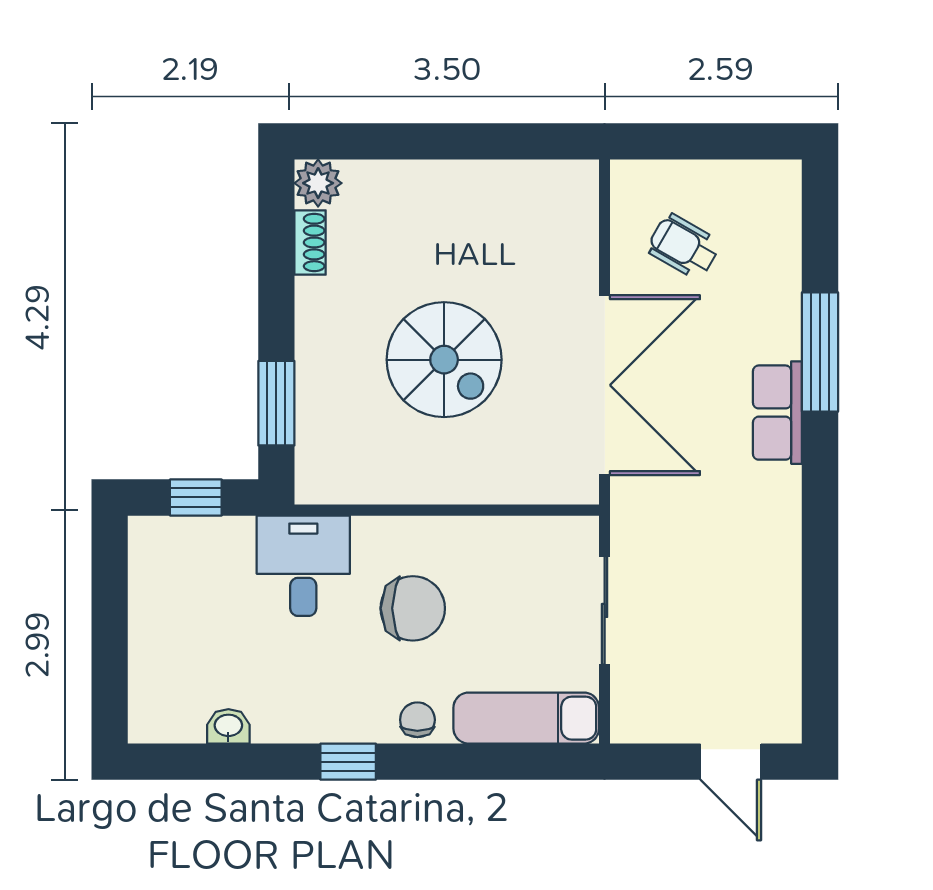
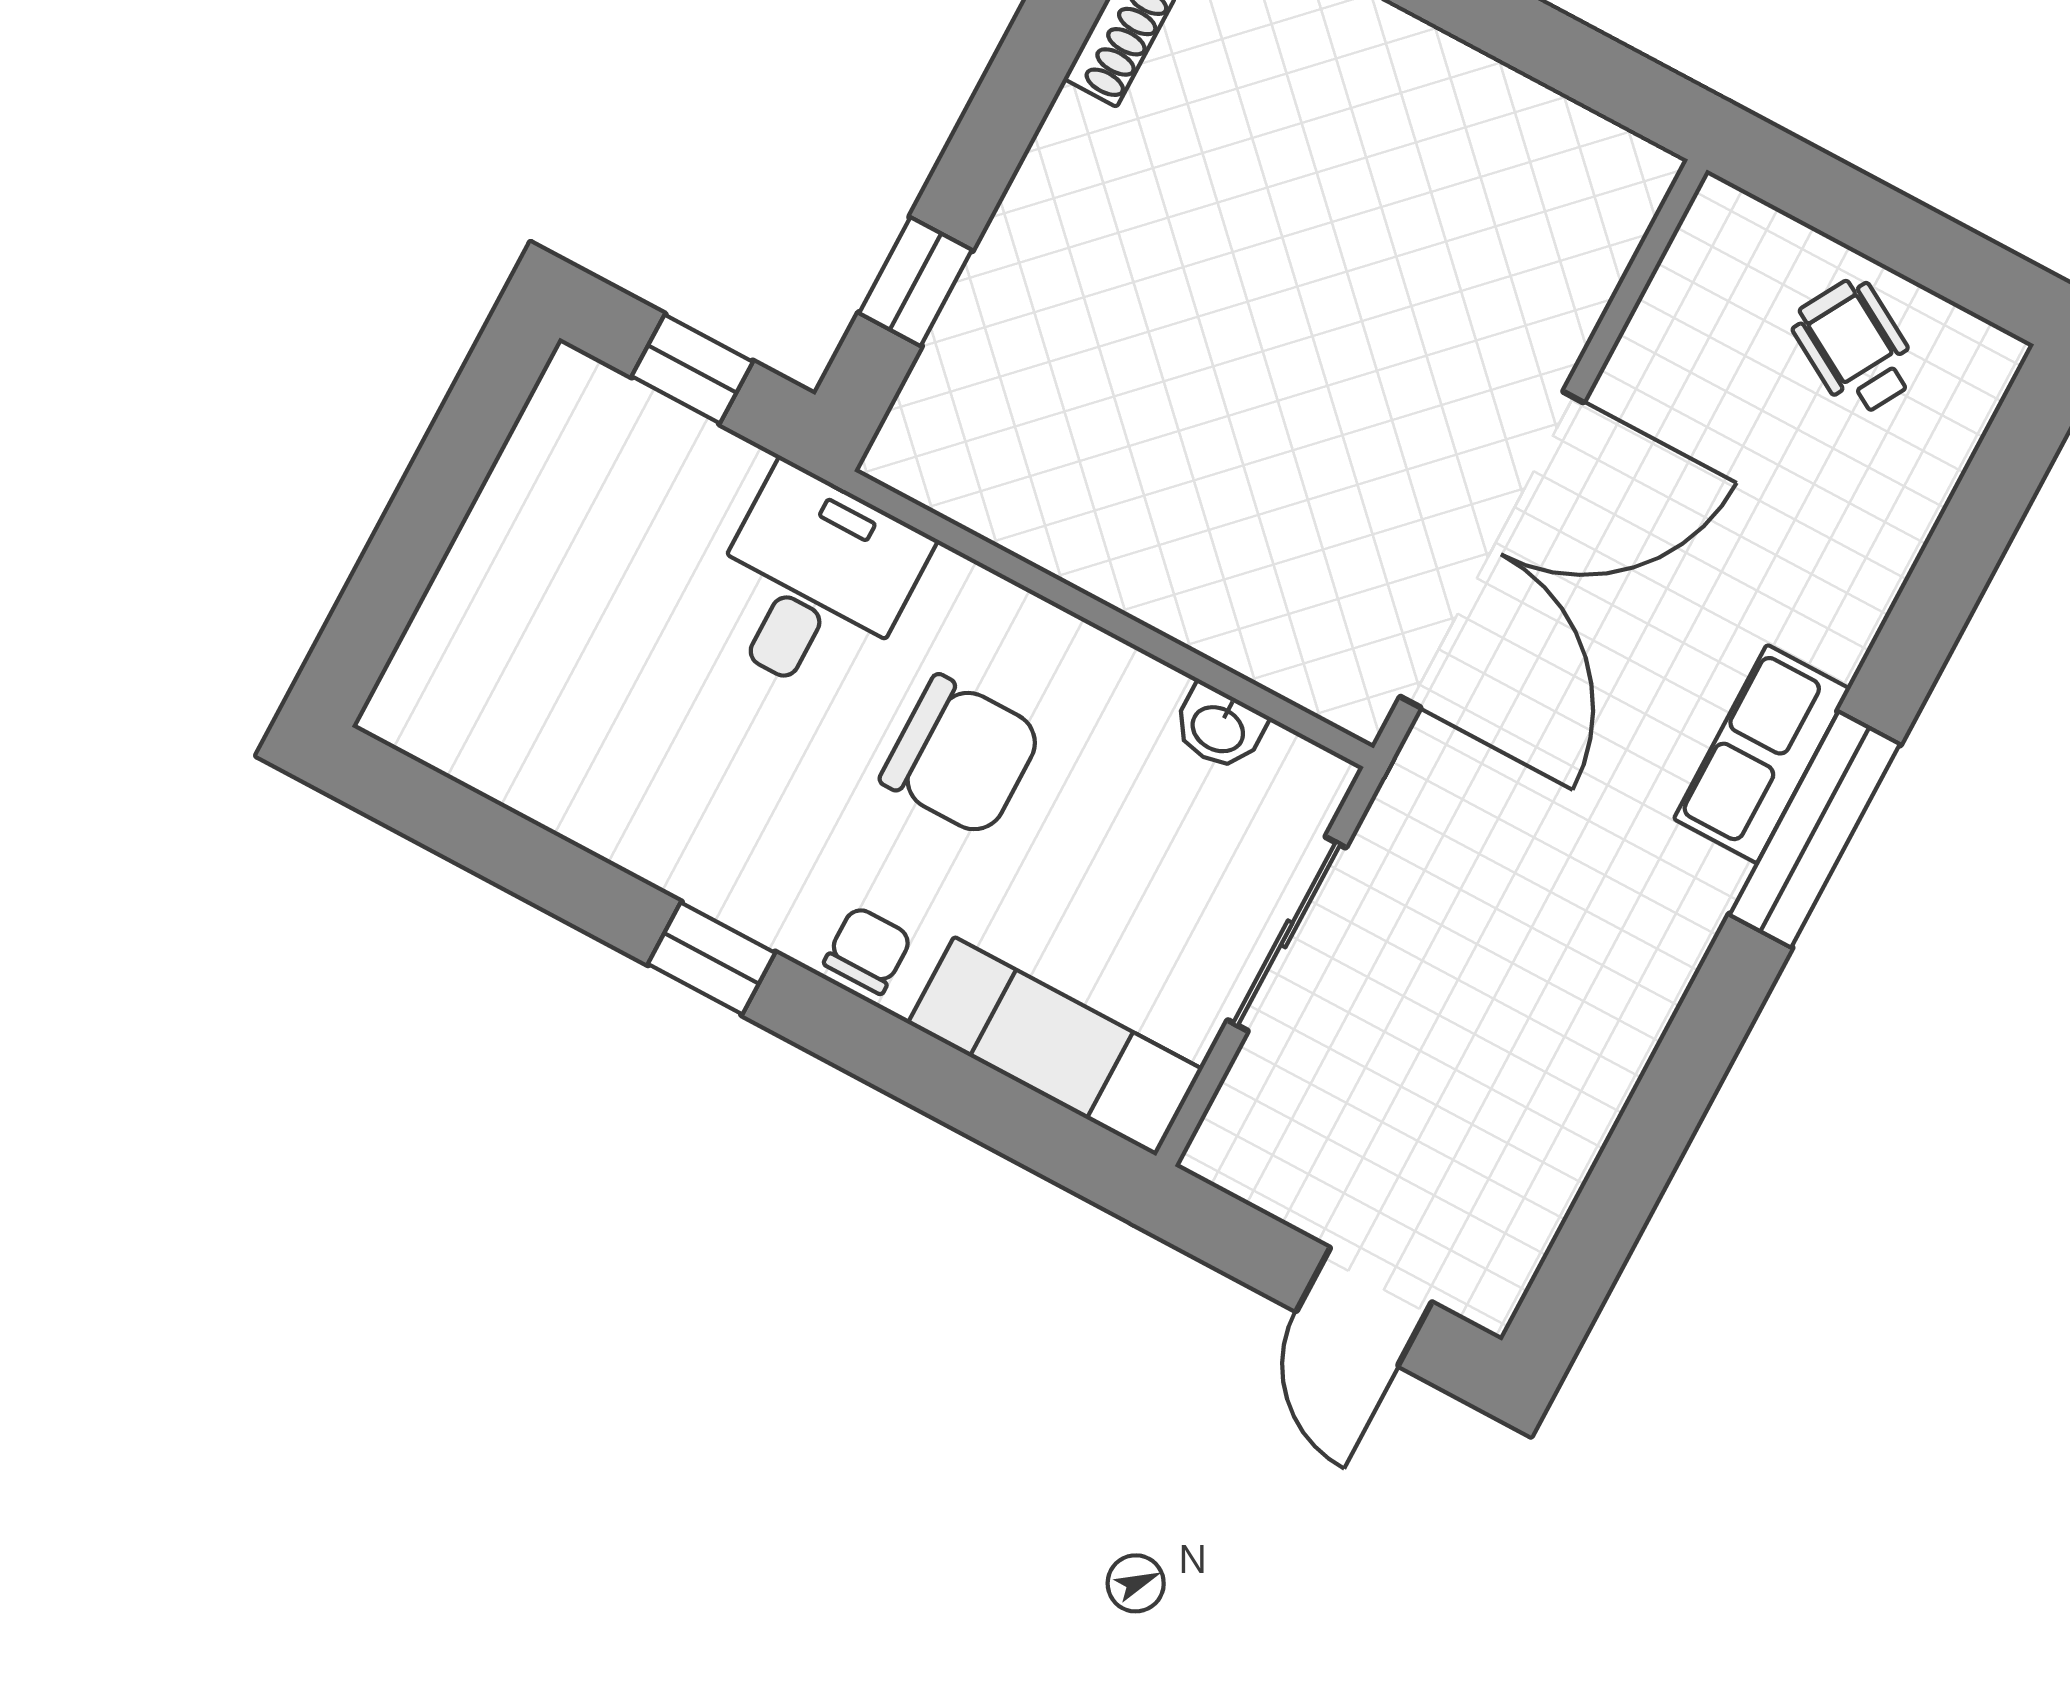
wheelchair: (684, 246) -> (1855, 347), moved
window: (820, 352) -> (1815, 830), moved
spiral stairs: (444, 360) -> (1241, 360), removed
window: (276, 403) -> (916, 282), width x0.67
washbasin: (228, 726) -> (1219, 727), moved, turned 180

